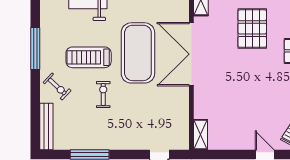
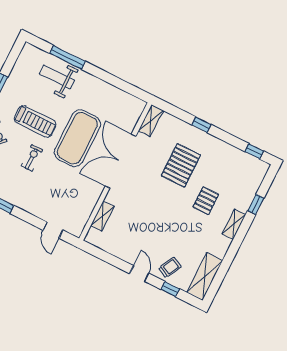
treadmill: (89, 57) -> (35, 121), turned 180
shelving: (201, 135) -> (102, 216), moved

